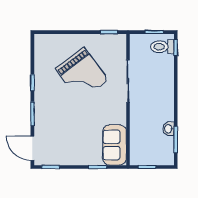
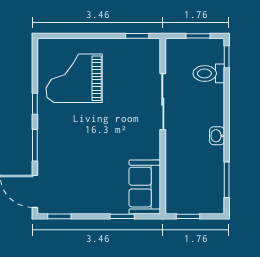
toilet: (162, 47) -> (209, 73), moved
grand piano: (82, 74) -> (74, 78), moved, turned 127
washbasin: (169, 129) -> (217, 136), moved

